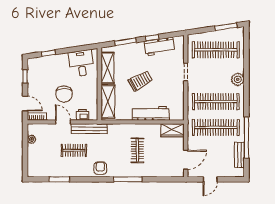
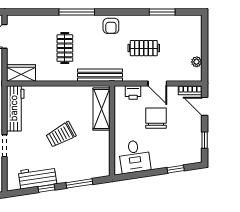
shelving: (107, 68) -> (102, 151), removed
workbench: (151, 113) -> (15, 108), moved, turned -90
bench: (89, 129) -> (100, 75), moved

